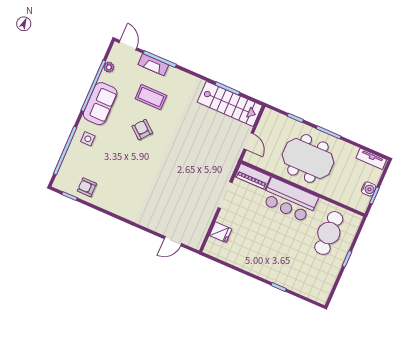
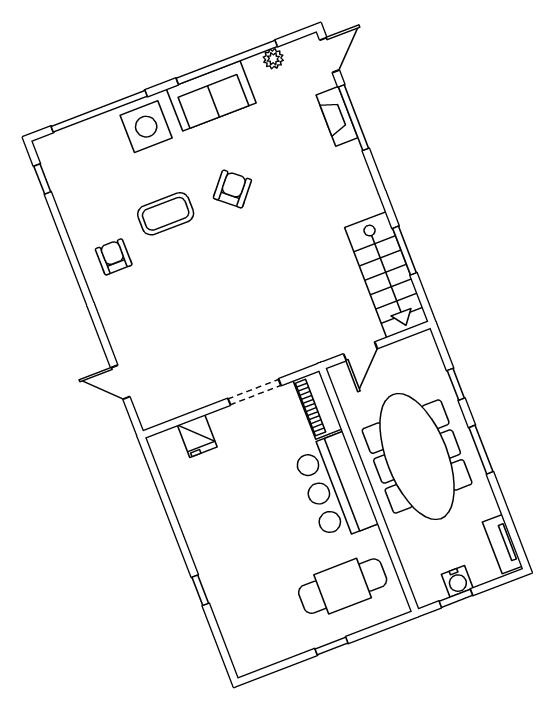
coffee table: (151, 97) -> (166, 214), moved, turned 90
side table: (88, 139) -> (146, 127), width x1.87, depth x1.87
meeting table: (308, 158) -> (417, 457), width x1.36
armchair: (87, 187) -> (114, 257), moved

